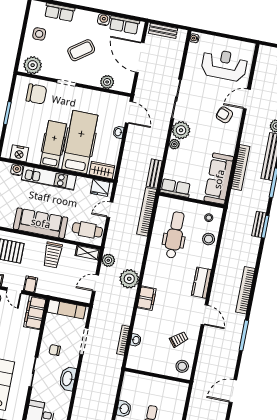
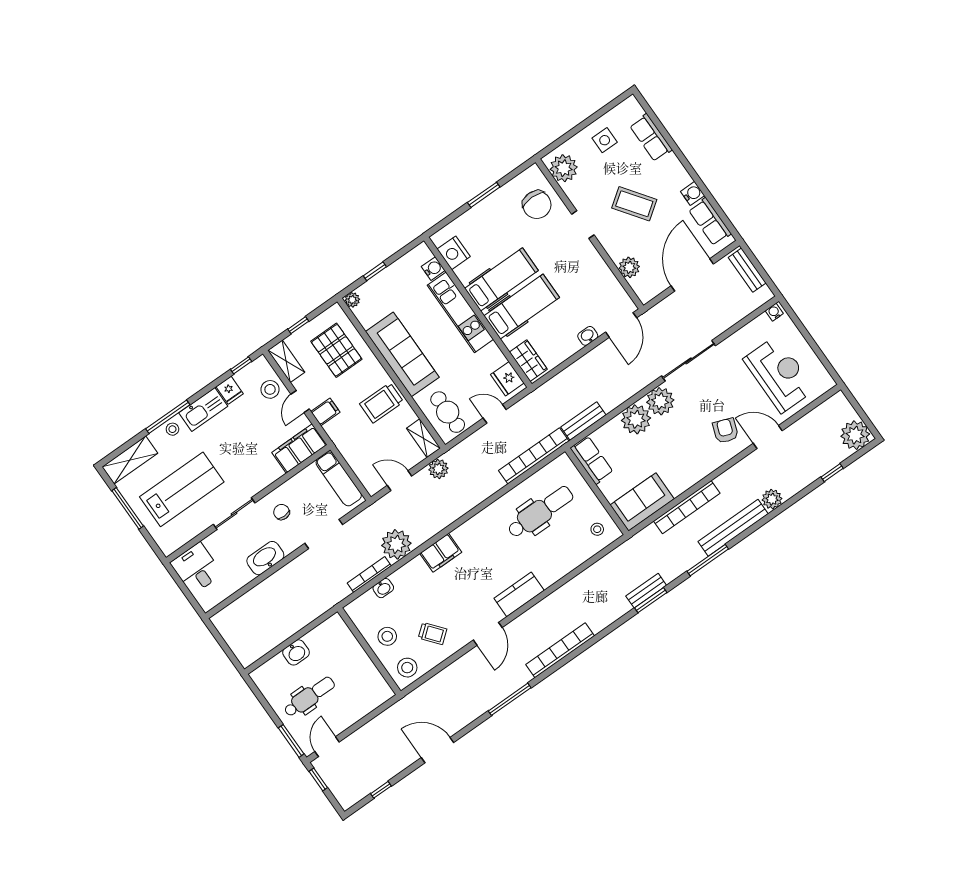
hospital bed: (80, 142) -> (522, 307), width x0.73, depth x0.78
plant: (174, 144) -> (636, 419), width x1.88, depth x1.88
sofa: (219, 179) -> (642, 502), width x0.73
stool: (209, 239) -> (387, 636), moved
plant: (129, 279) -> (396, 544), moved

